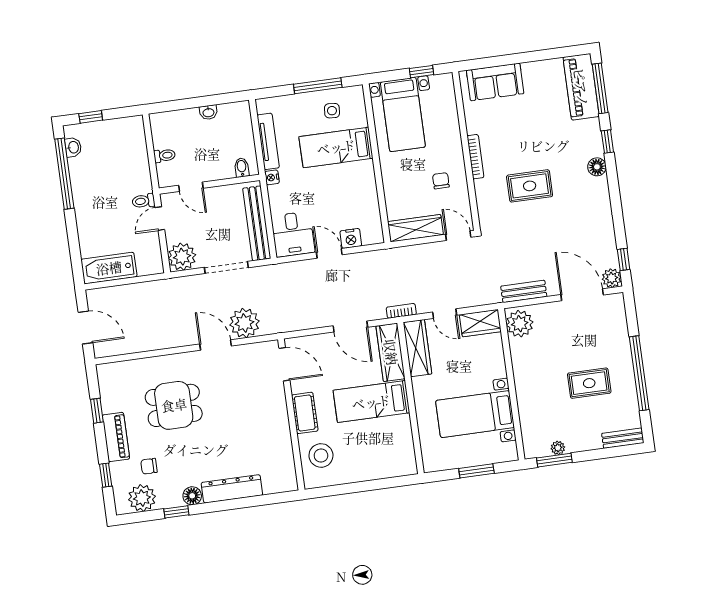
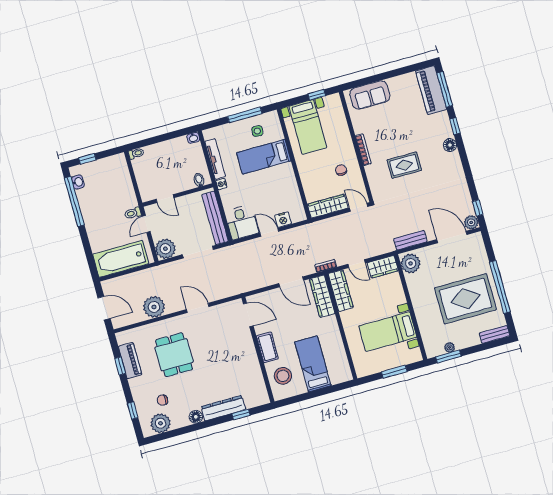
washbasin: (208, 112) -> (193, 138), moved
toilet: (164, 156) -> (136, 153), moved
bathtub: (109, 268) -> (121, 259), width x1.36, depth x1.36
plant: (244, 323) -> (154, 307), moved
rug: (589, 383) -> (465, 299), width x1.86, depth x2.06
bed: (371, 402) -> (313, 364), moved, turned 90
dining table: (174, 405) -> (174, 355), turned 90
piano: (116, 437) -> (130, 361), moved
window: (176, 512) -> (241, 414), moved

